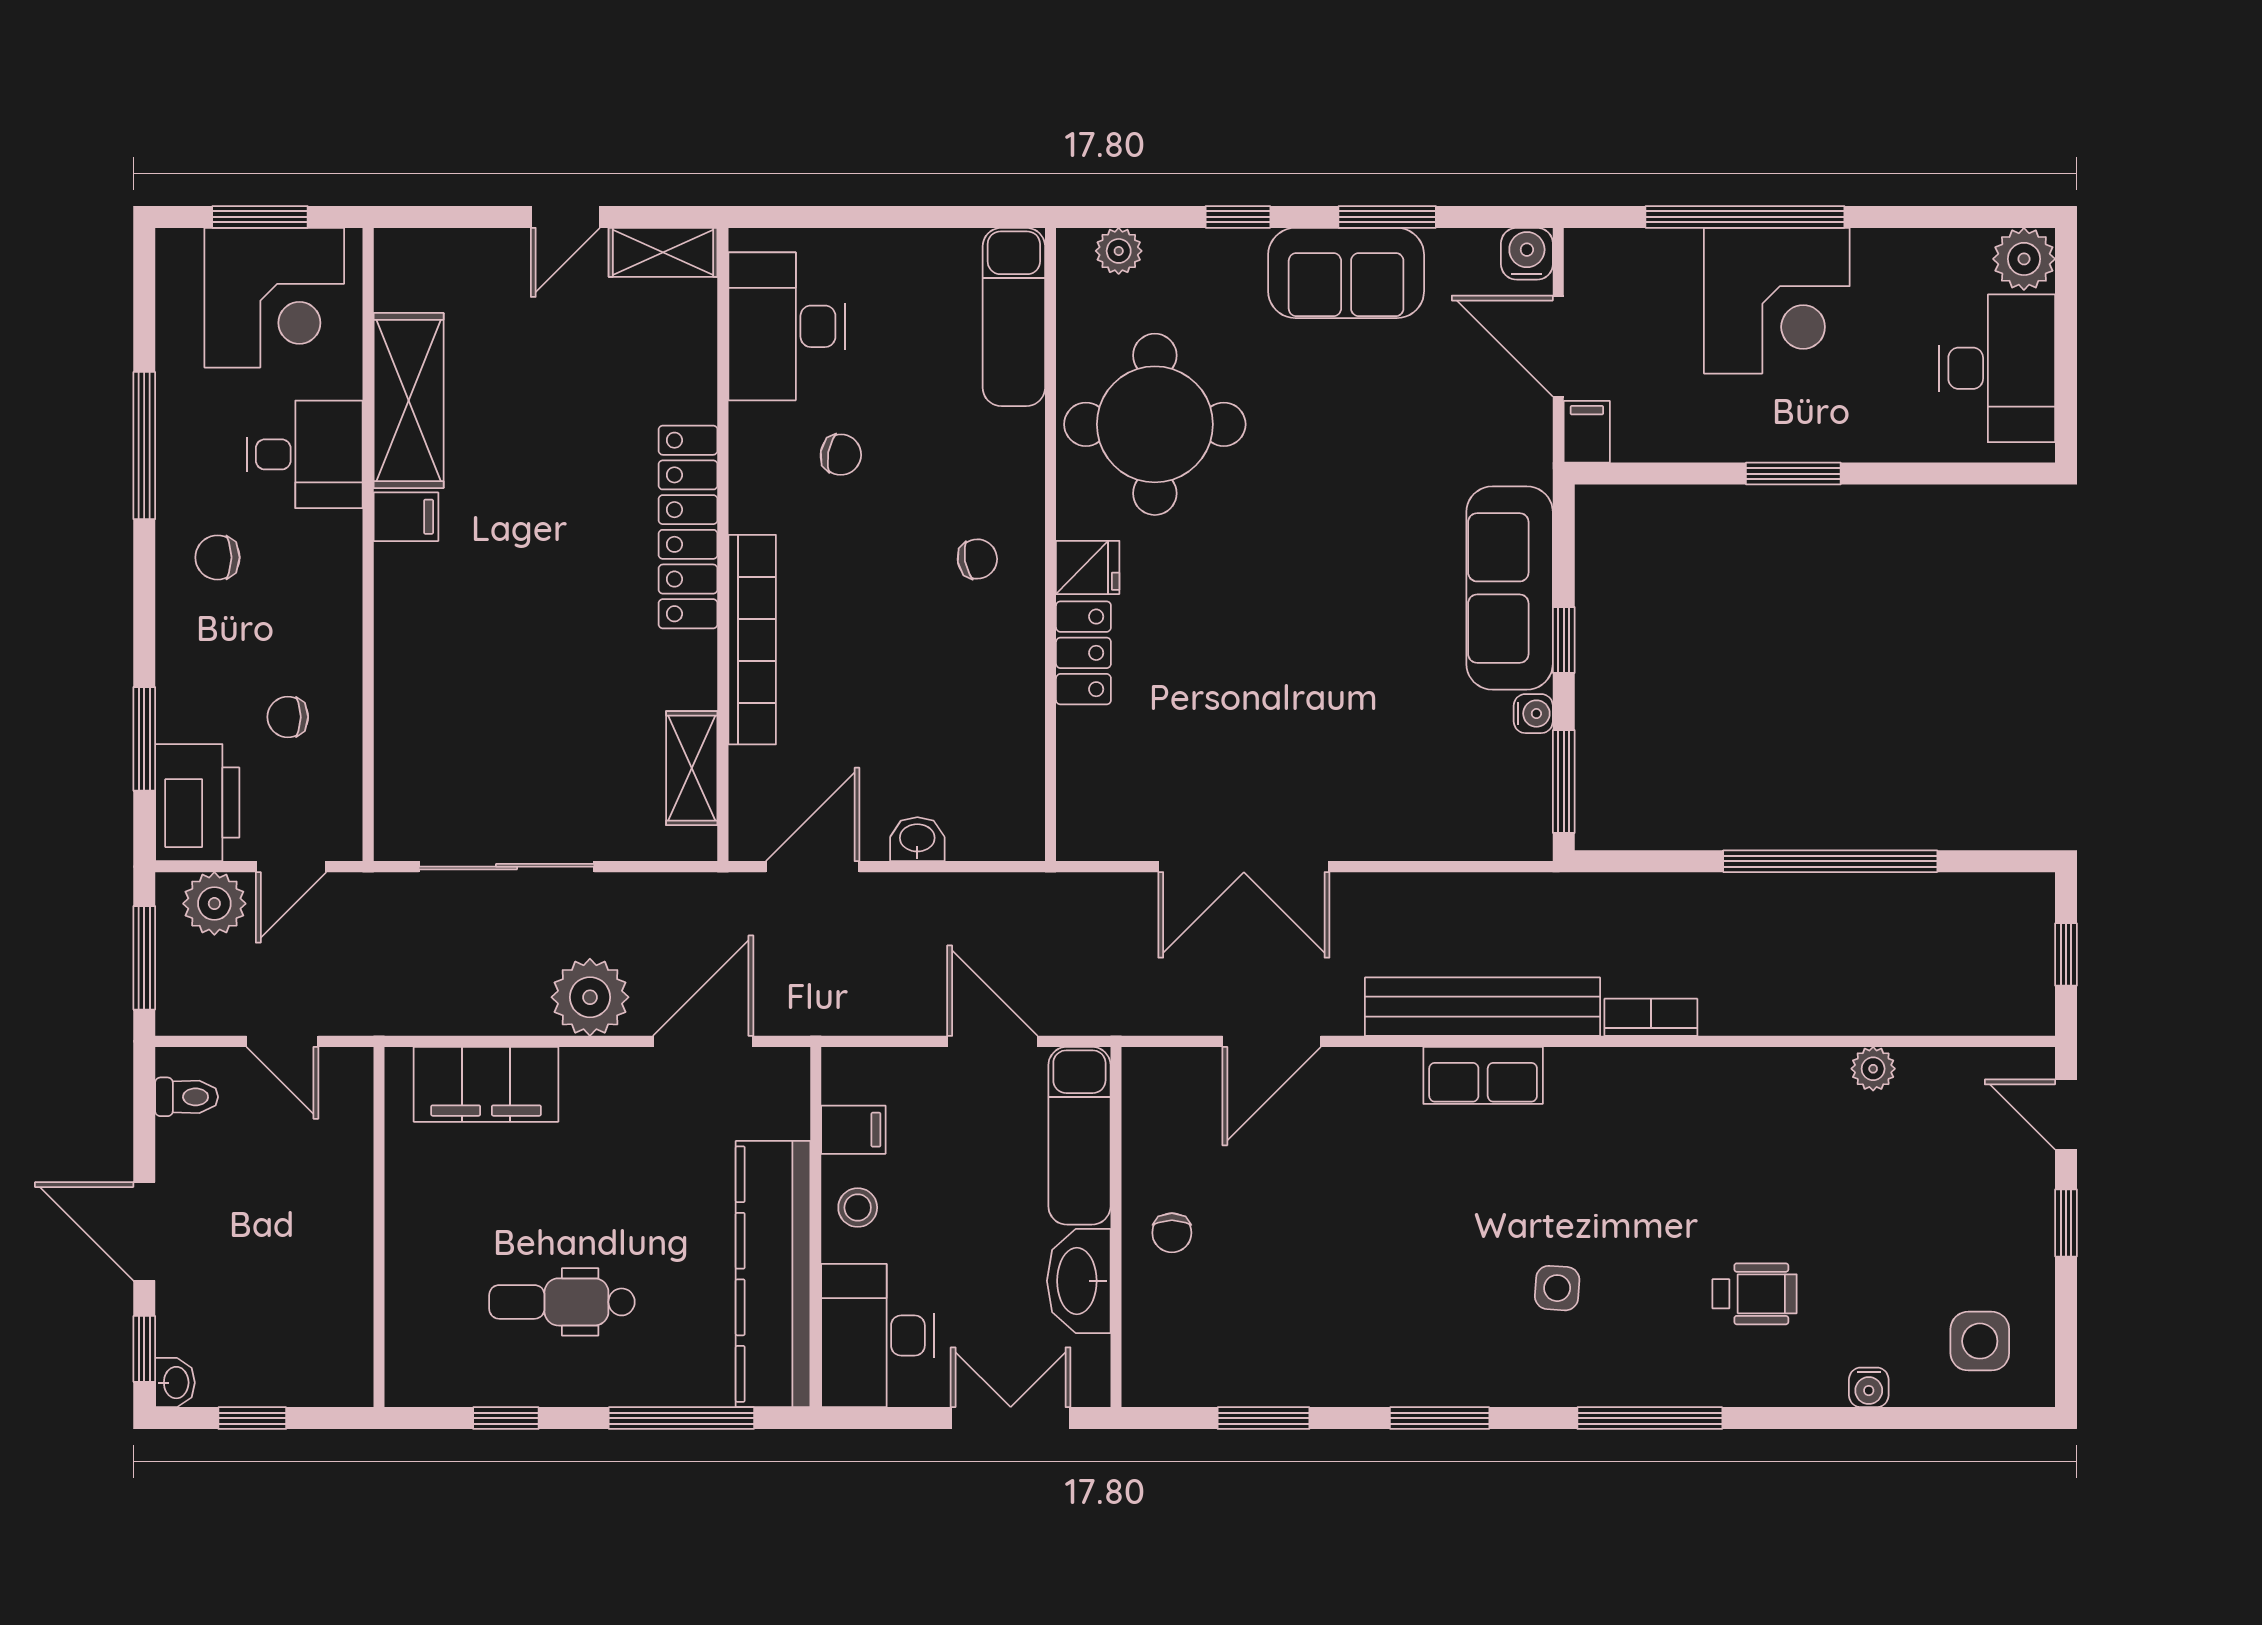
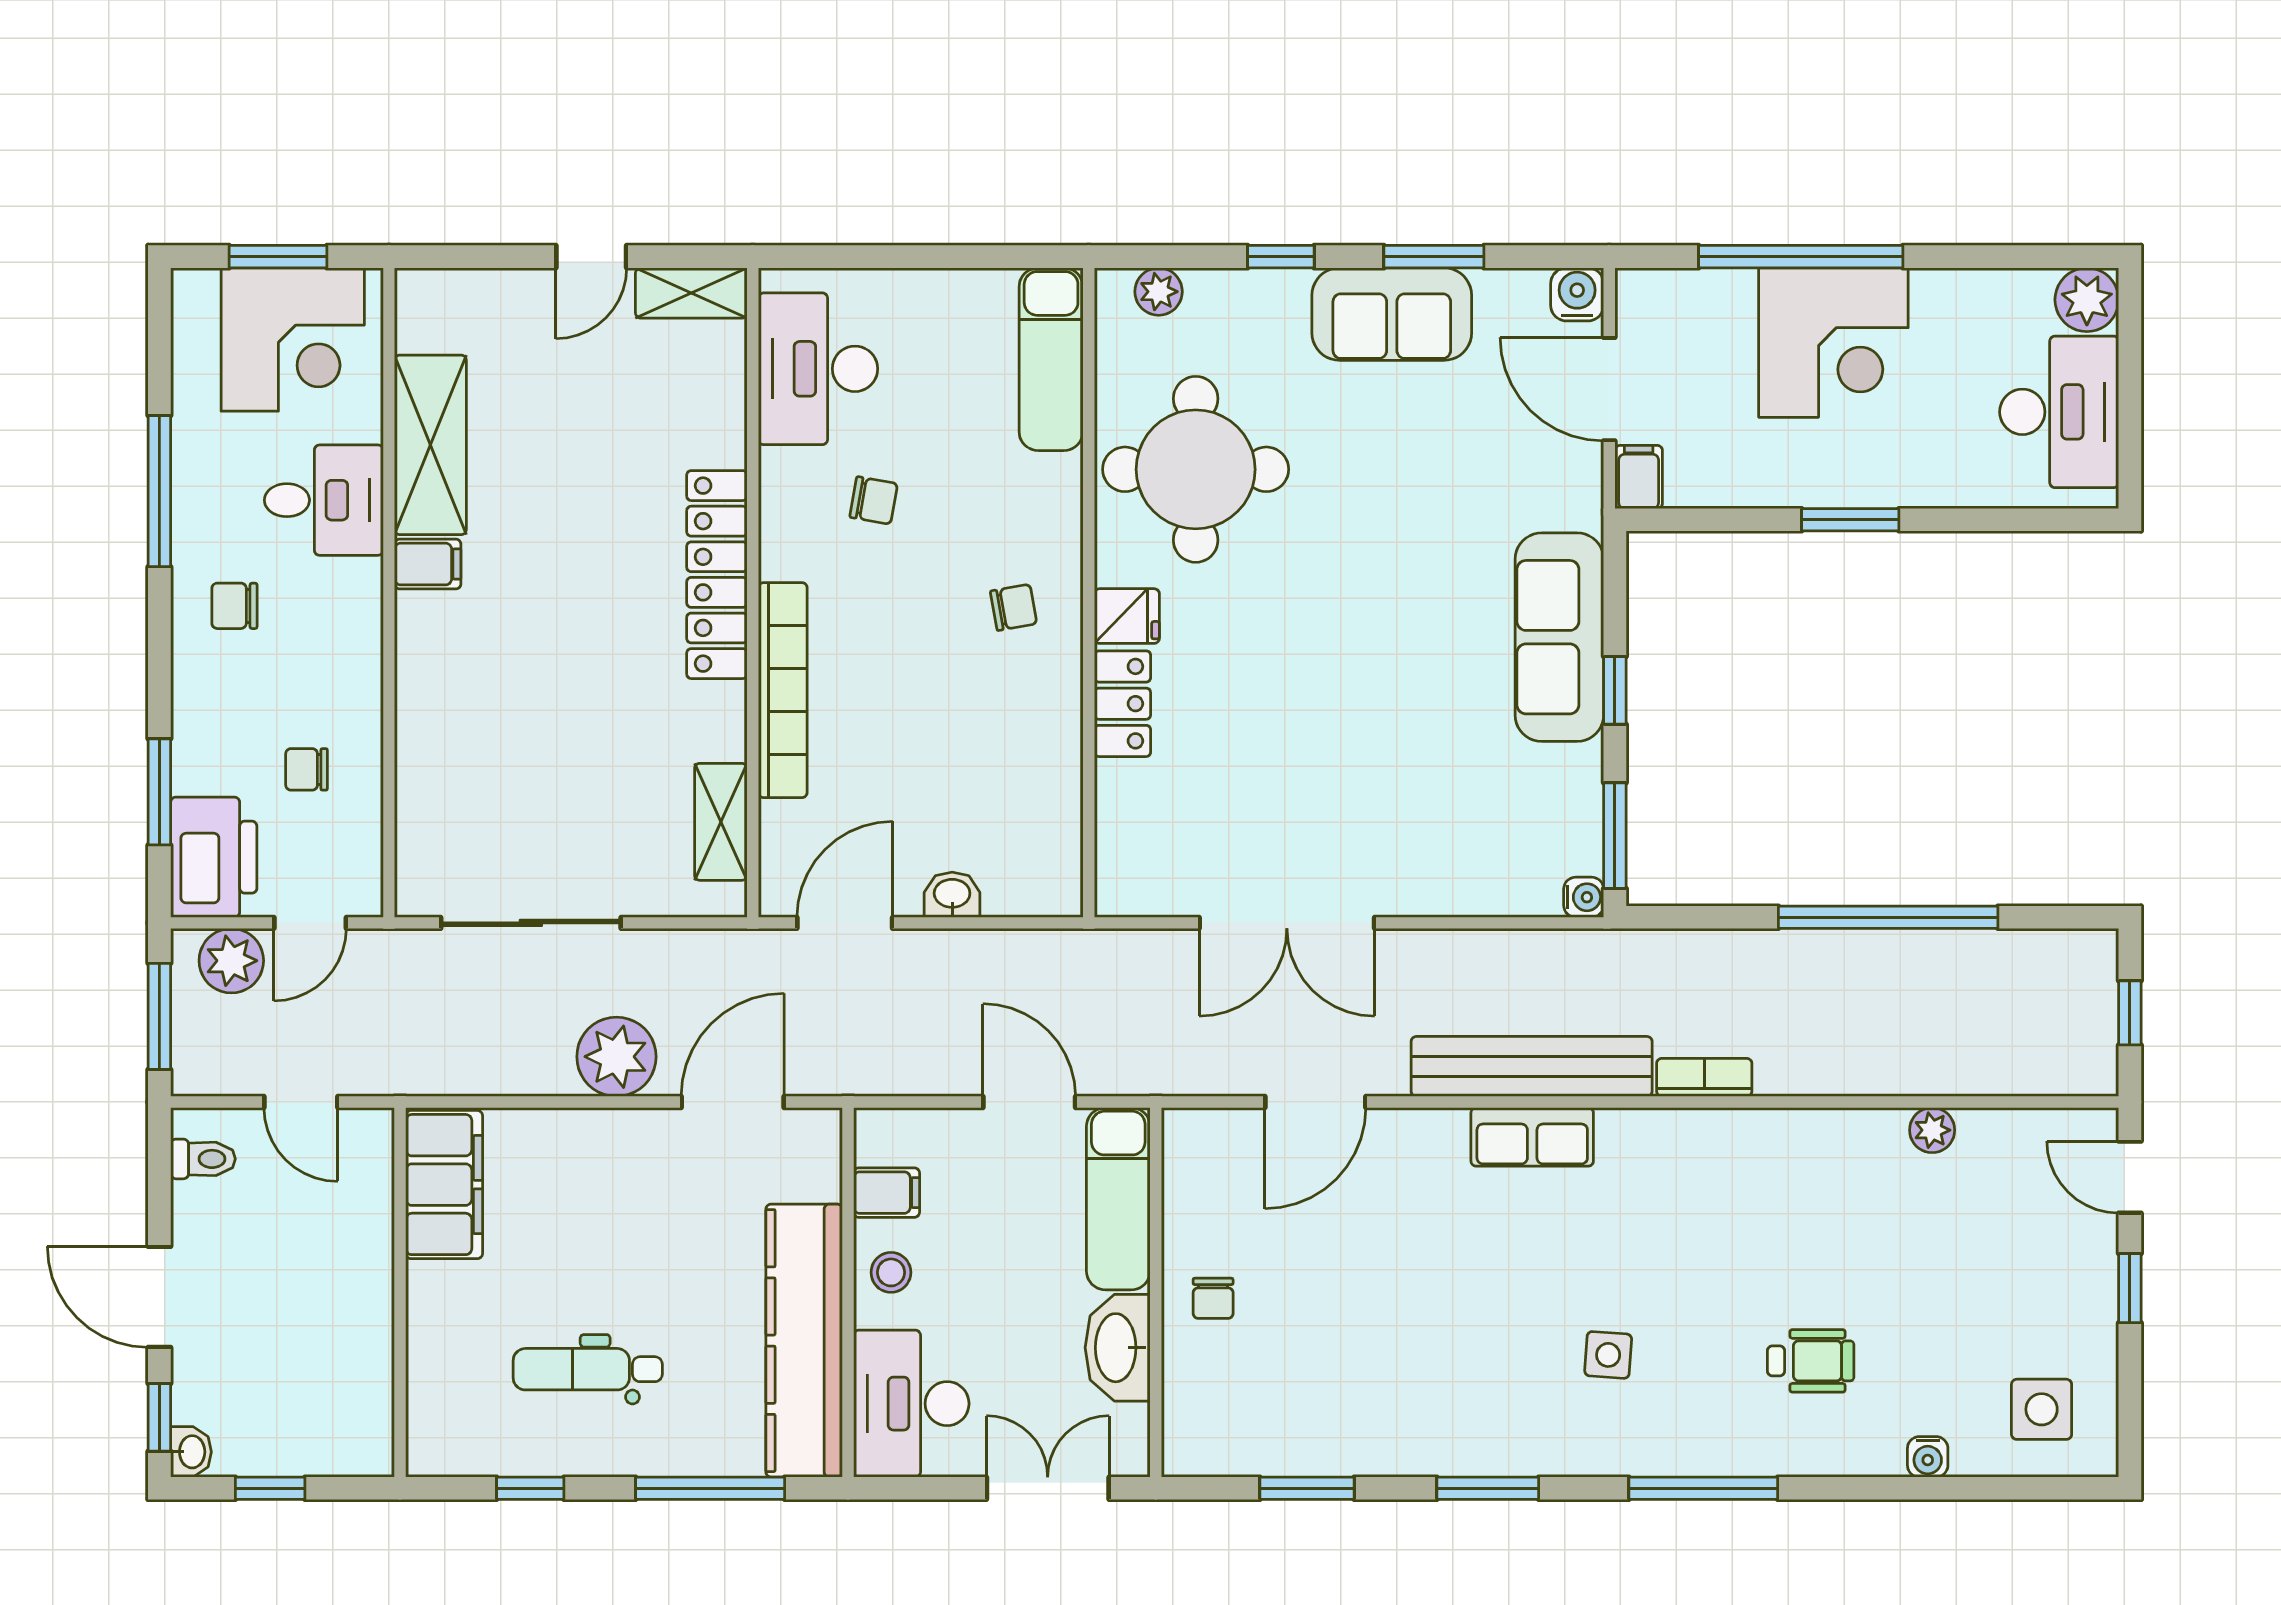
water cooler: (1533, 714) -> (1584, 897), moved
filing cabinet: (486, 1084) -> (444, 1185), moved, turned -90

